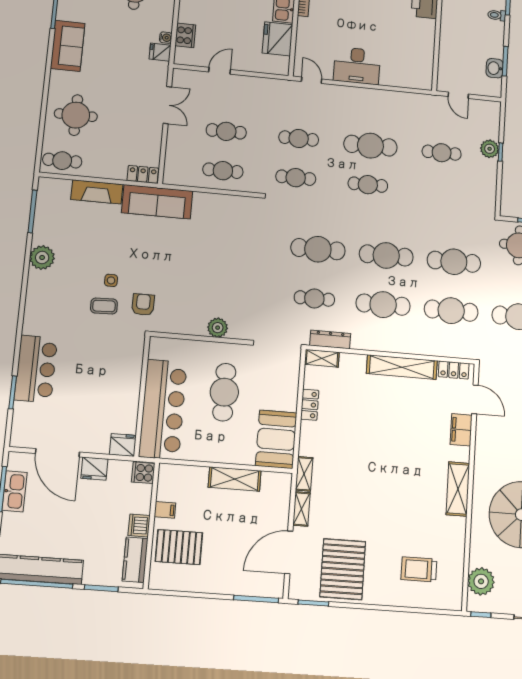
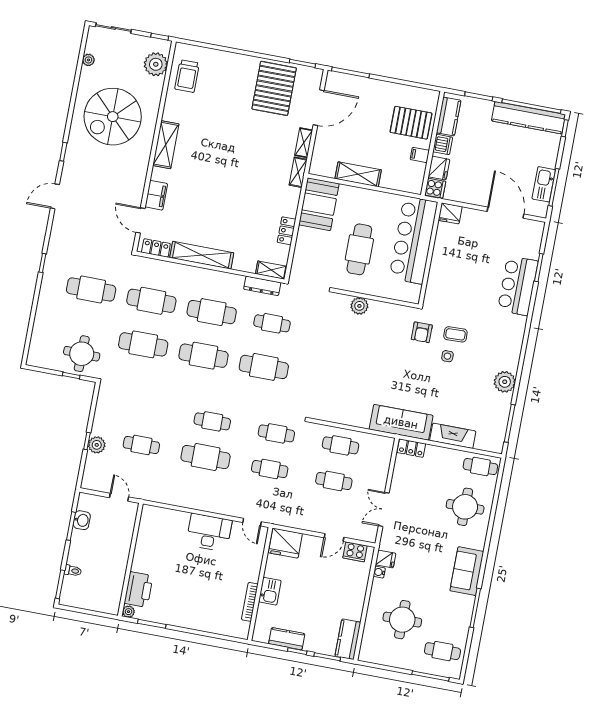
cooker: (185, 35) -> (355, 552), moved, turned -90
fridge: (277, 39) -> (285, 543), moved, turned 90
fridge: (94, 469) -> (439, 168), moved, turned 90
trolley: (419, 569) -> (187, 76), moved, turned 90

